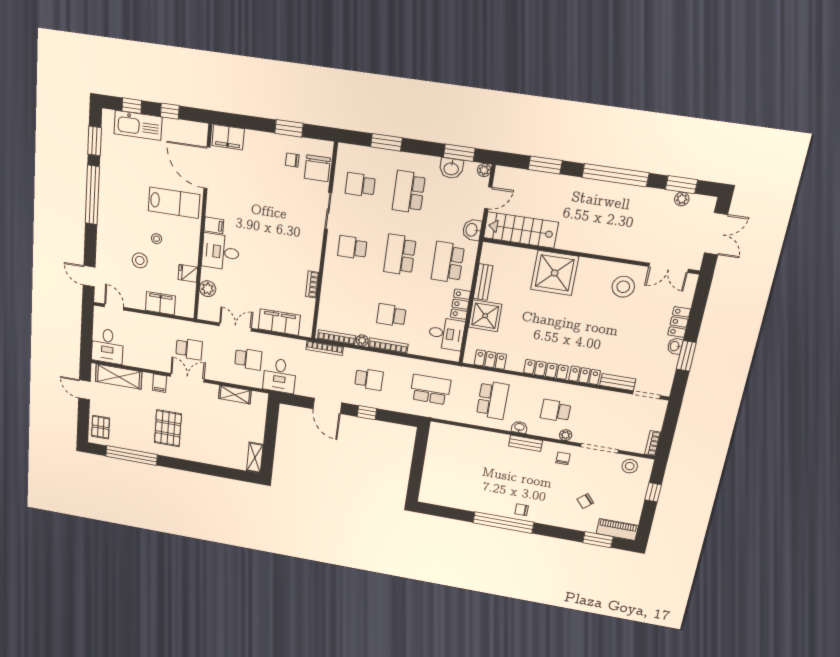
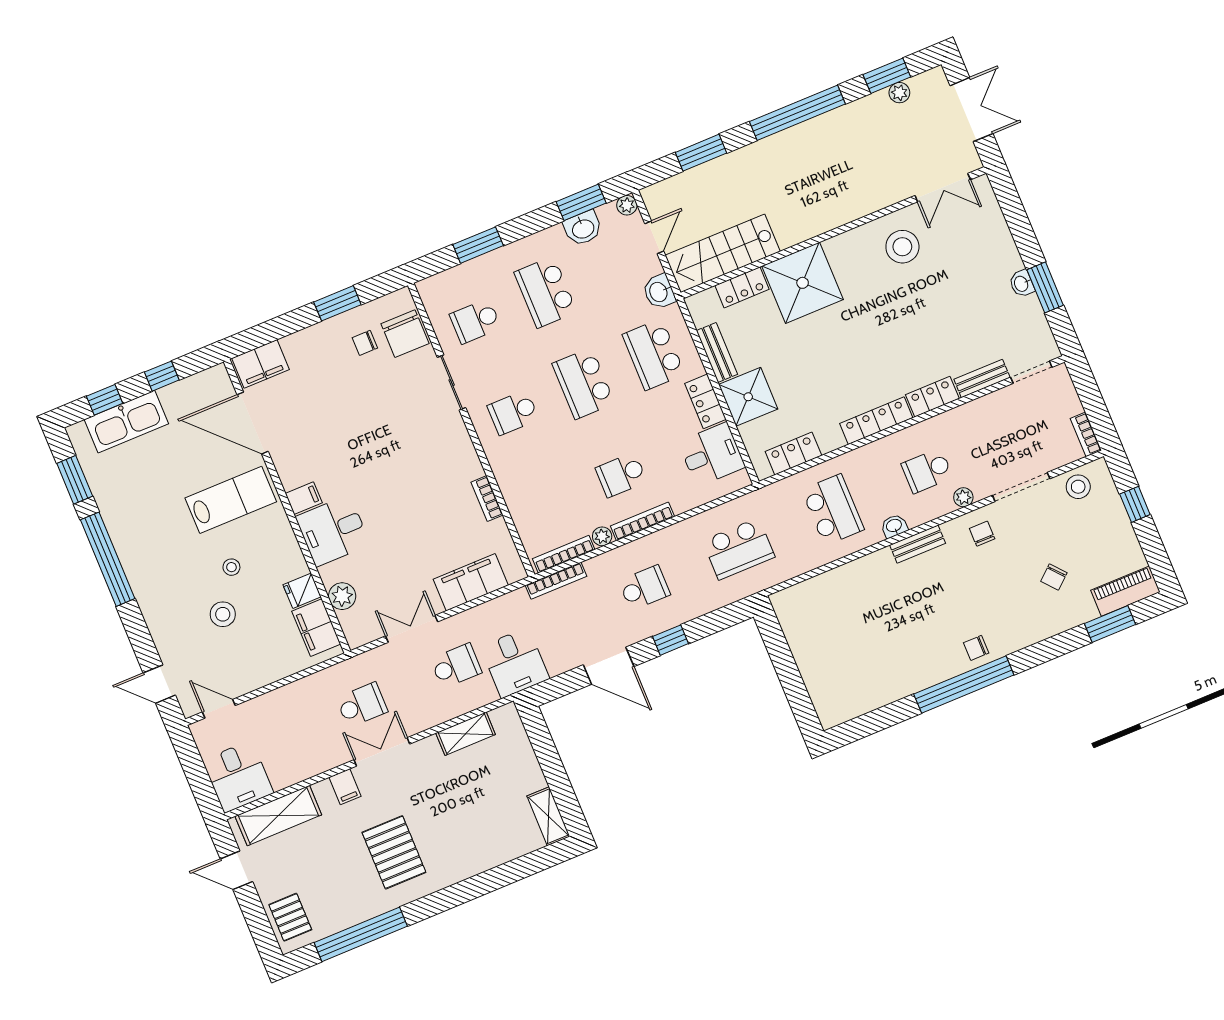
filing cabinet: (160, 303) -> (316, 628), moved, turned -90
locker: (679, 322) -> (742, 287), moved, turned -90
school desk: (430, 390) -> (739, 549), turned 180

